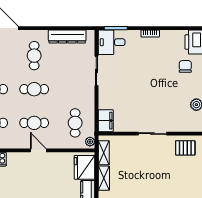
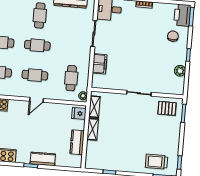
filing cabinet: (106, 121) -> (100, 64), moved
door: (38, 150) -> (36, 100), swing flipped
fridge: (84, 167) -> (79, 113), width x0.53, depth x0.75

